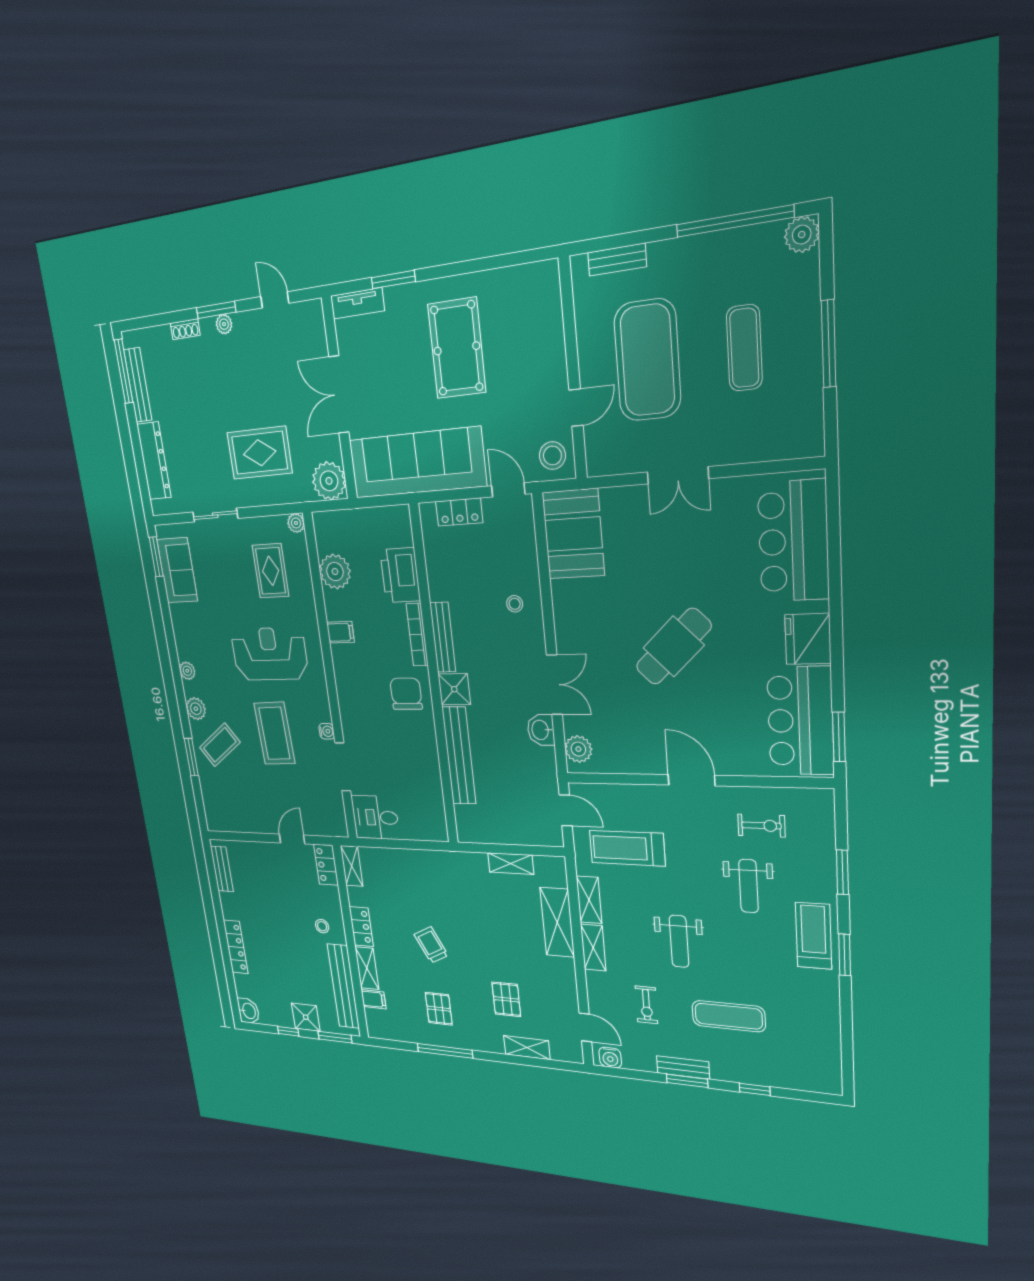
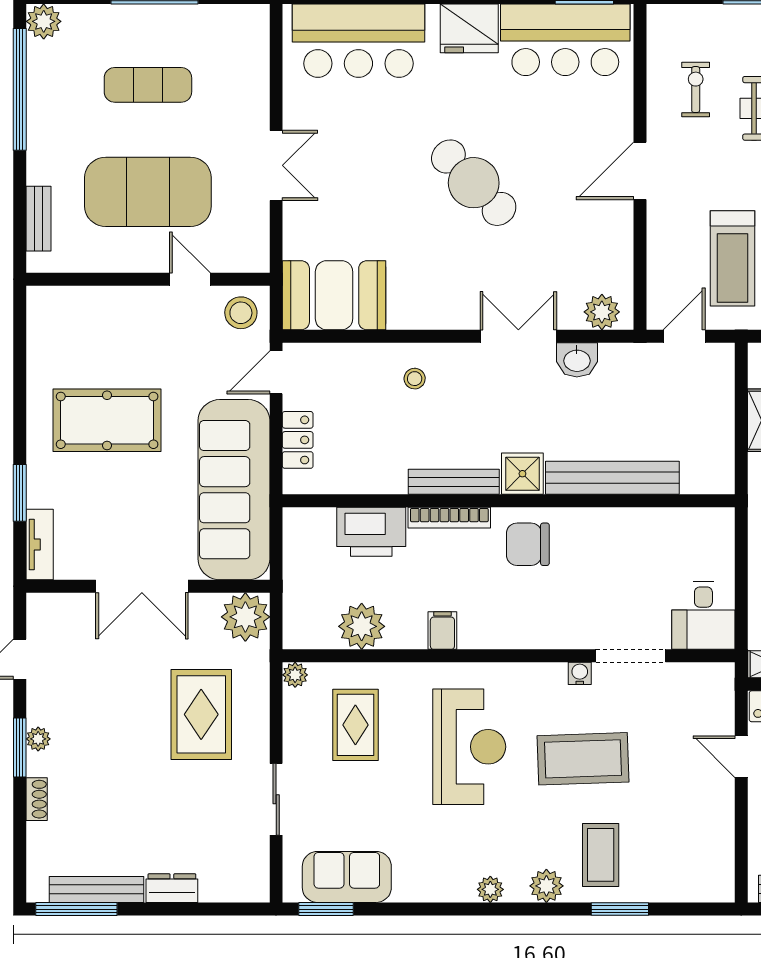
dresser: (154, 461) -> (172, 888), width x0.51, depth x0.80
rug: (271, 571) -> (355, 725), turned 90
reception desk: (270, 654) -> (469, 747), turned 180
coffee table: (220, 745) -> (601, 855), turned 36

